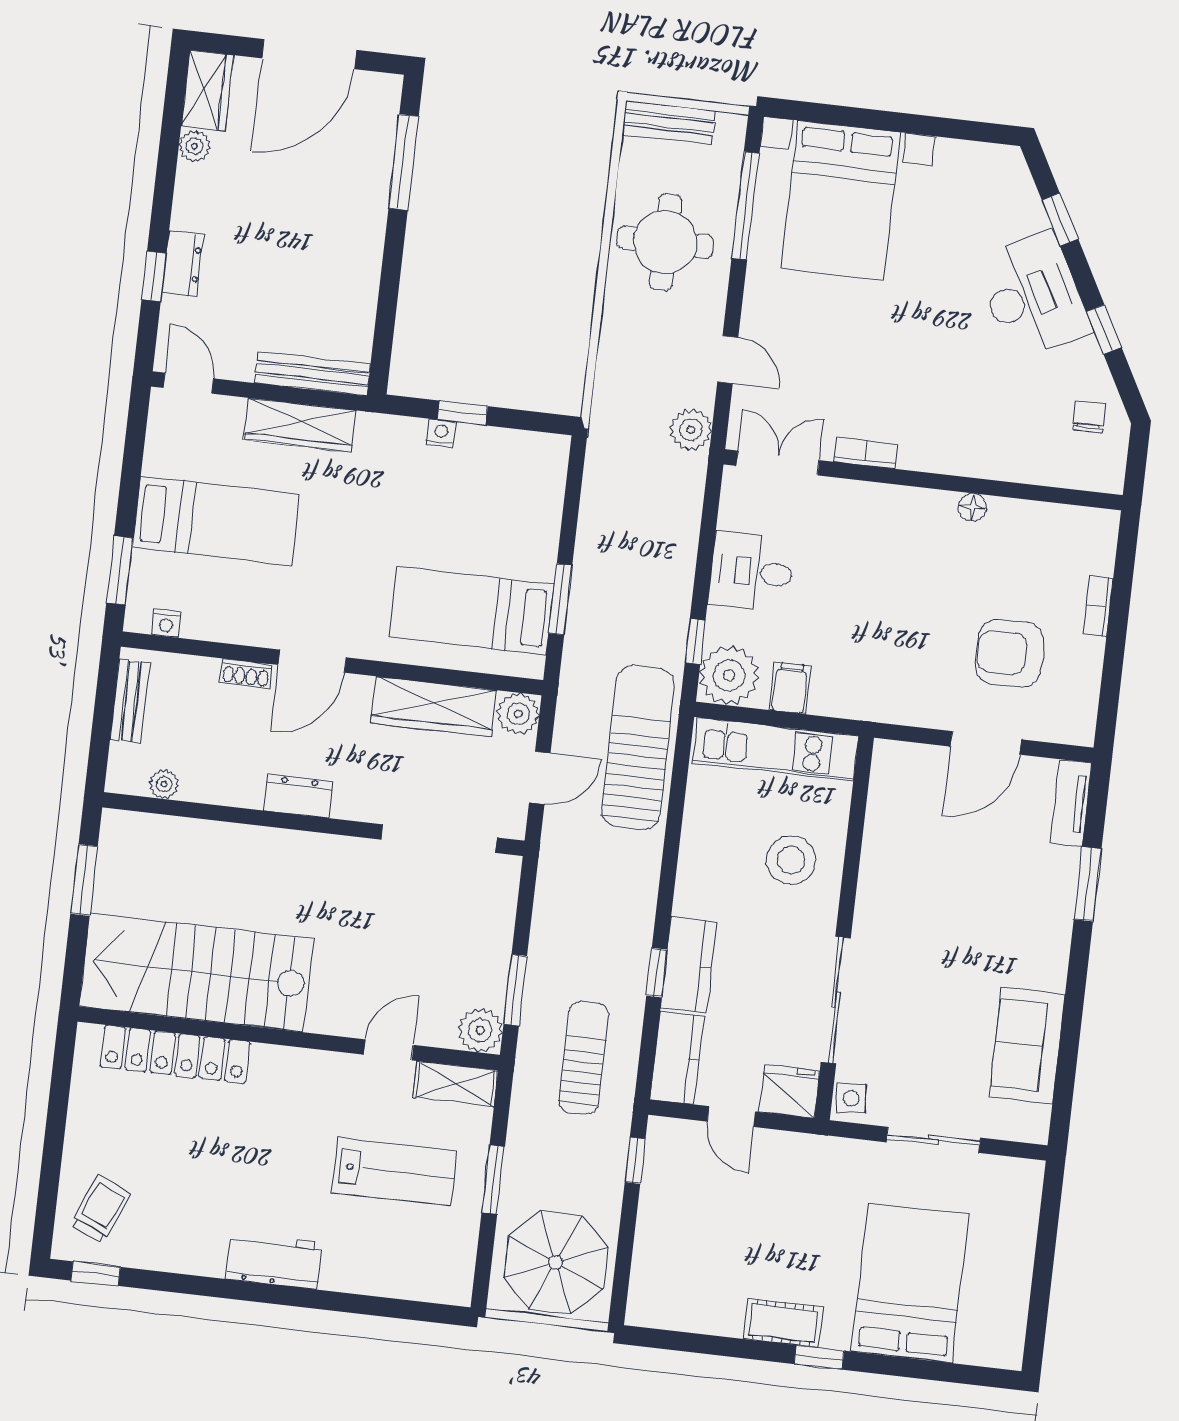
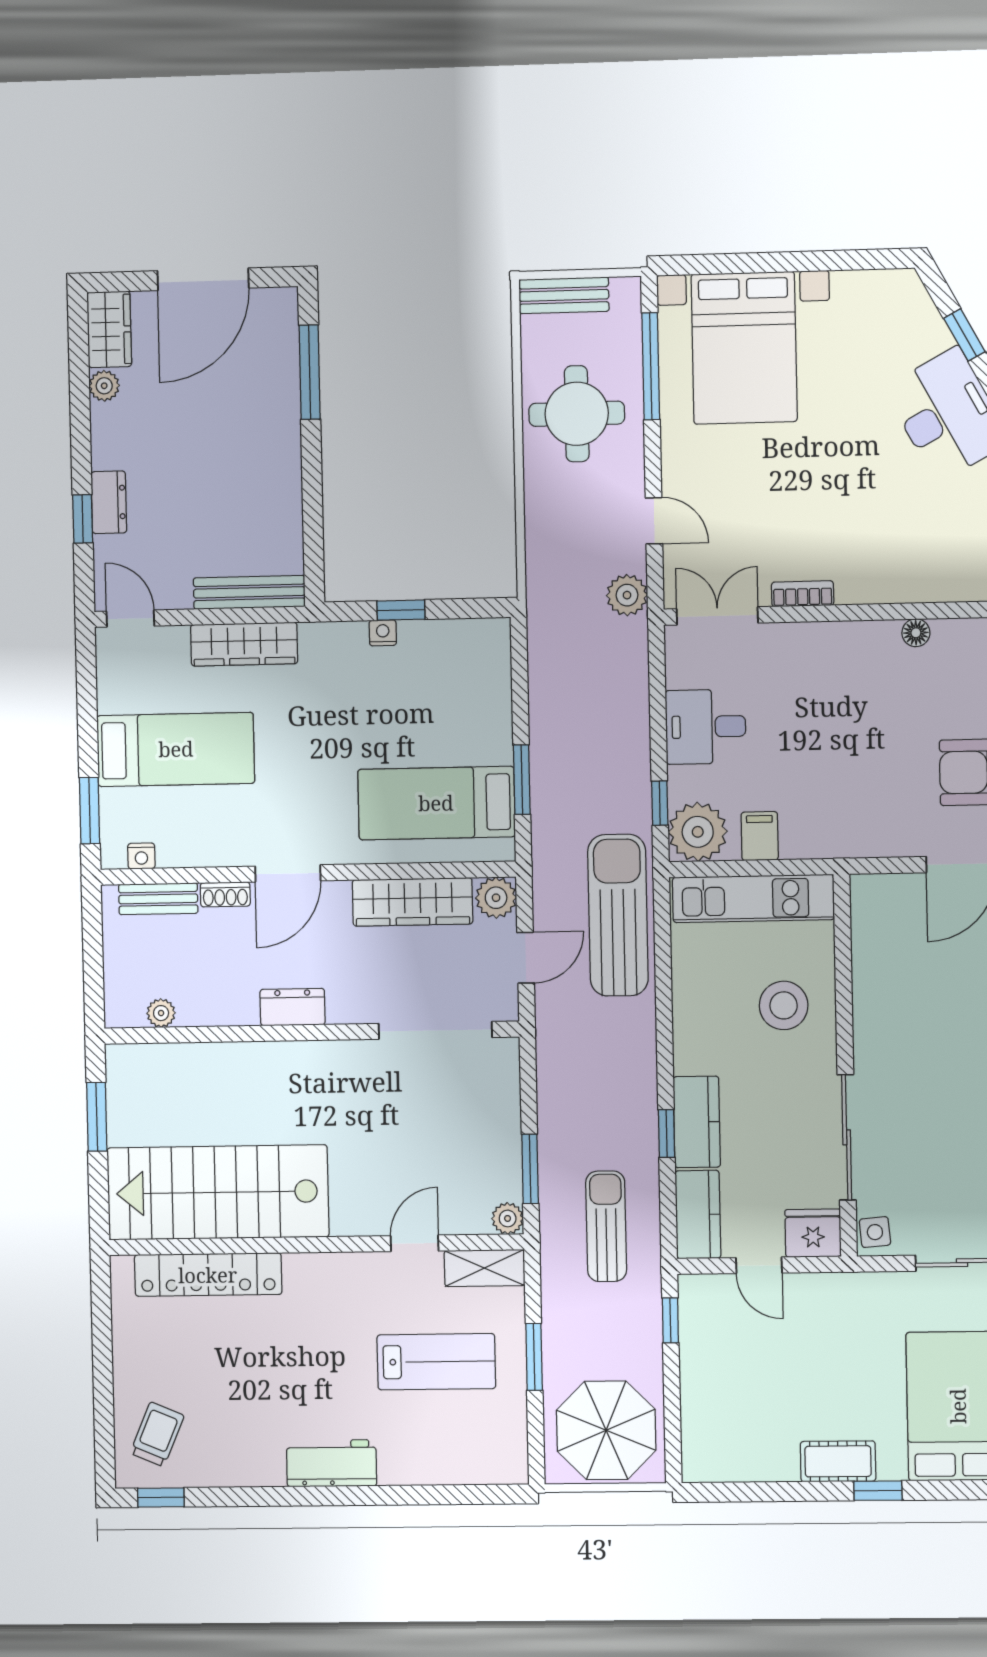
bench: (130, 701) -> (158, 899), moved, turned 90
plant: (480, 1030) -> (508, 1218), width x0.73, depth x0.73

